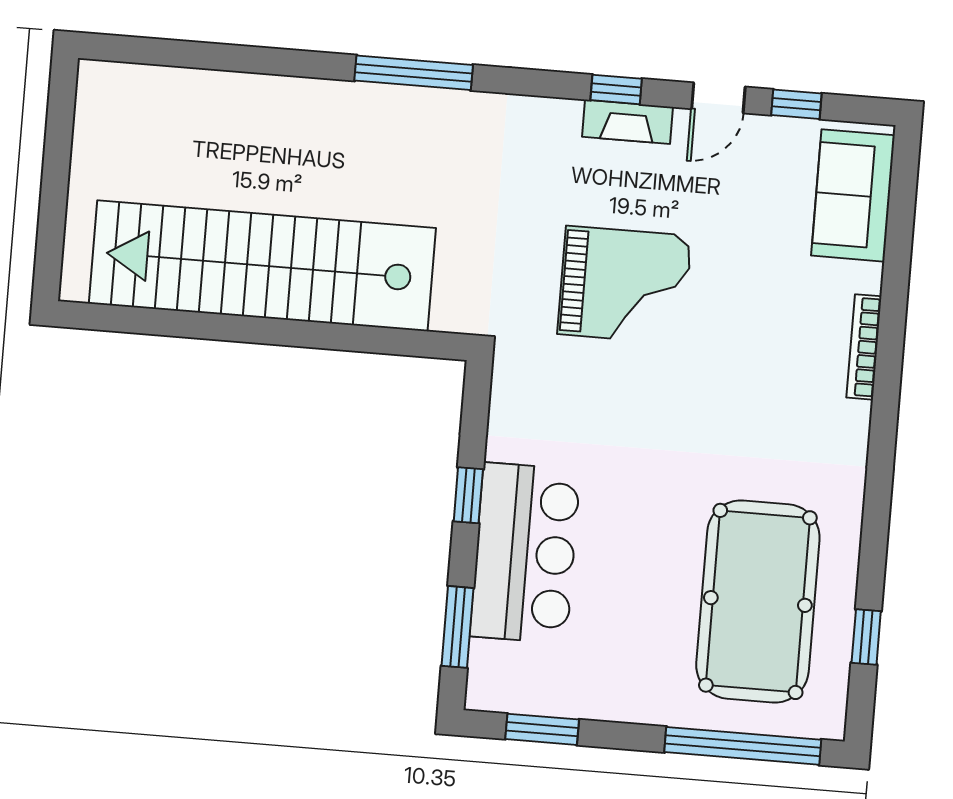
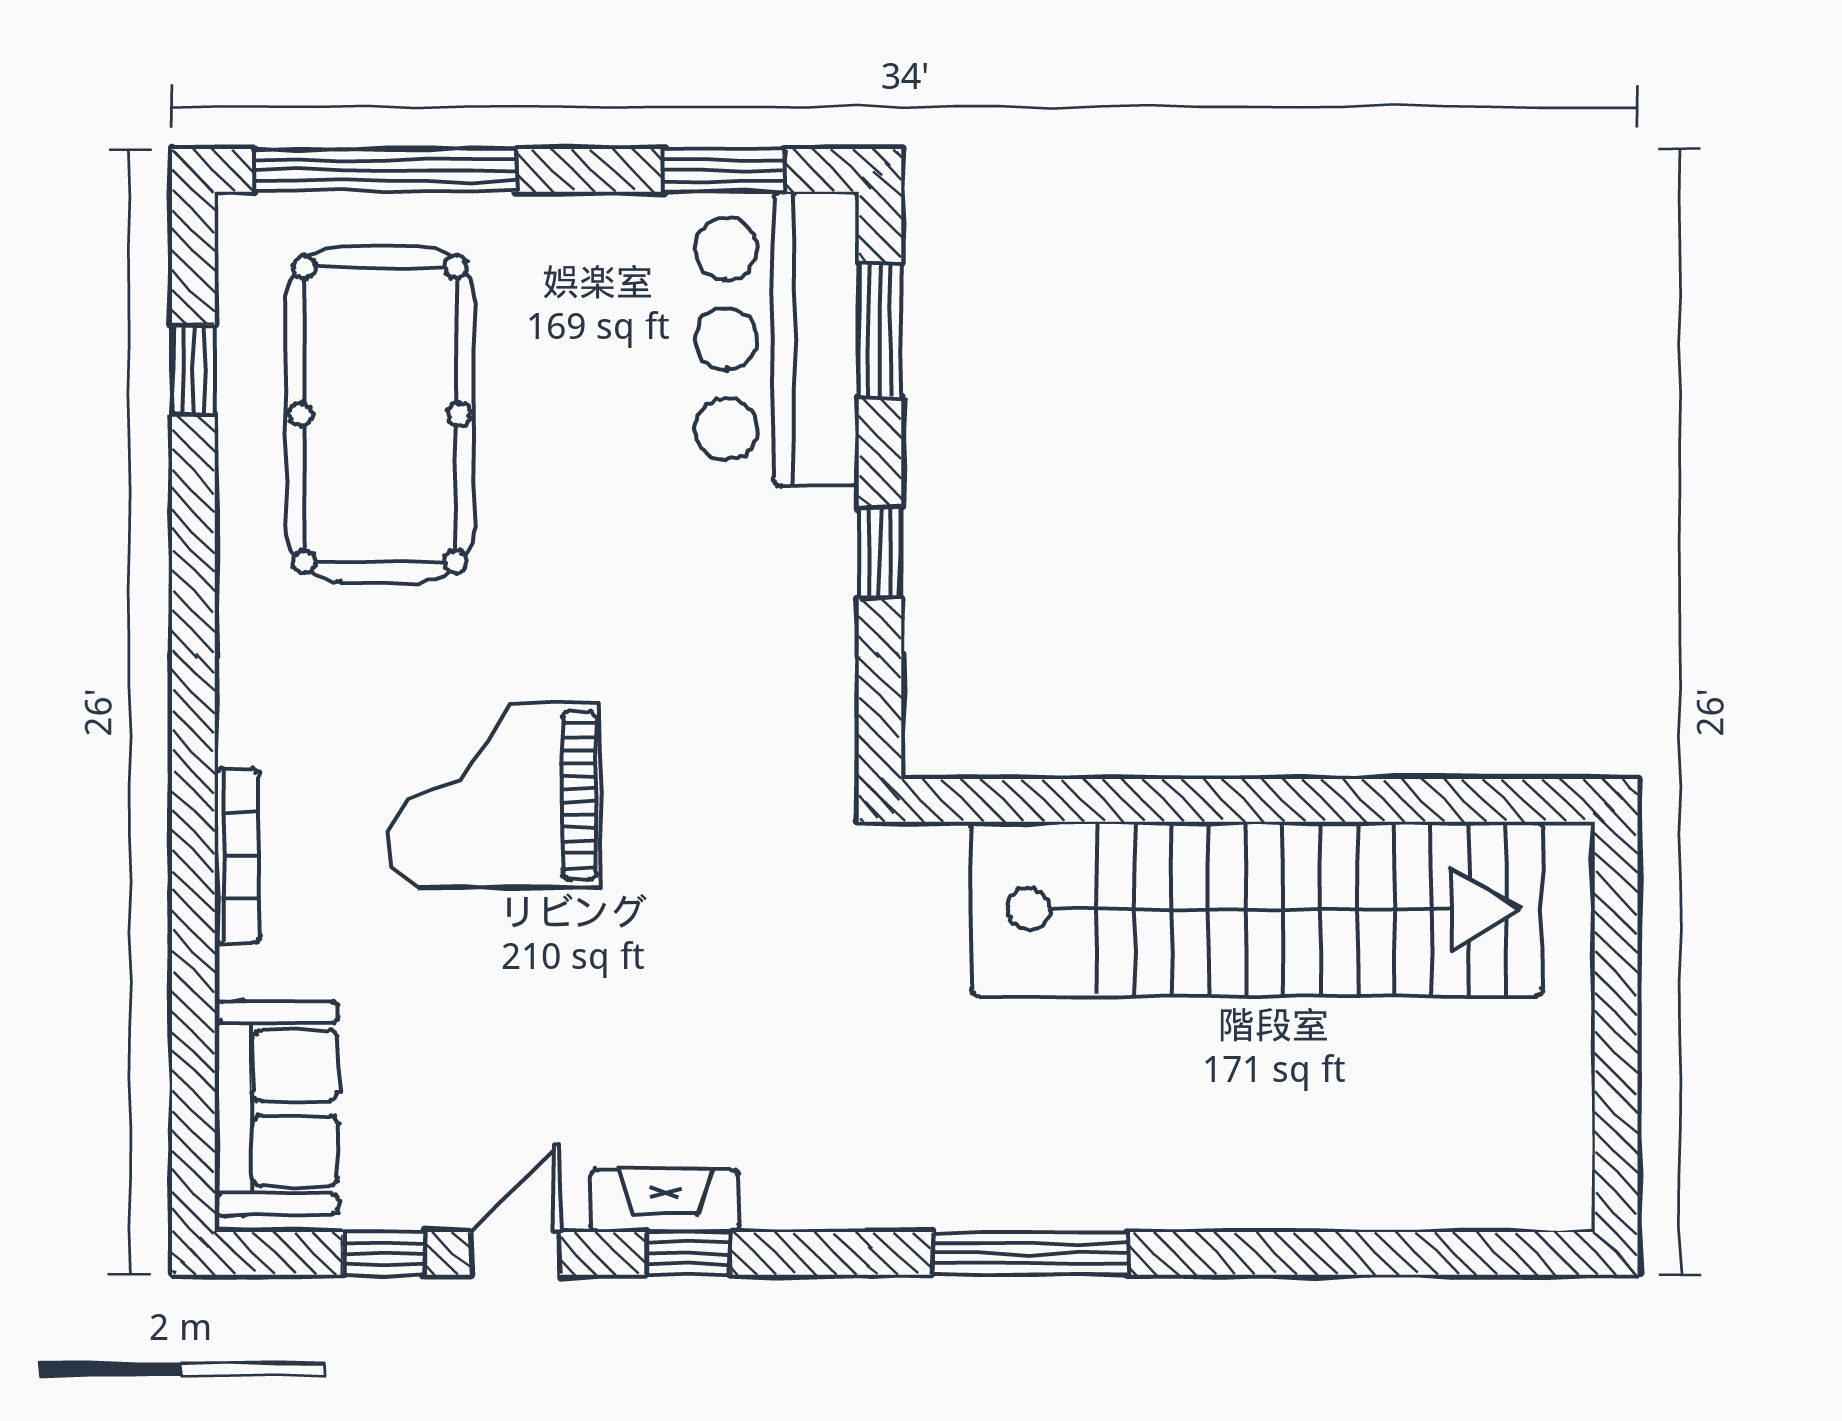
grand piano: (624, 285) -> (494, 795), moved
bar counter: (525, 553) -> (777, 339), moved

